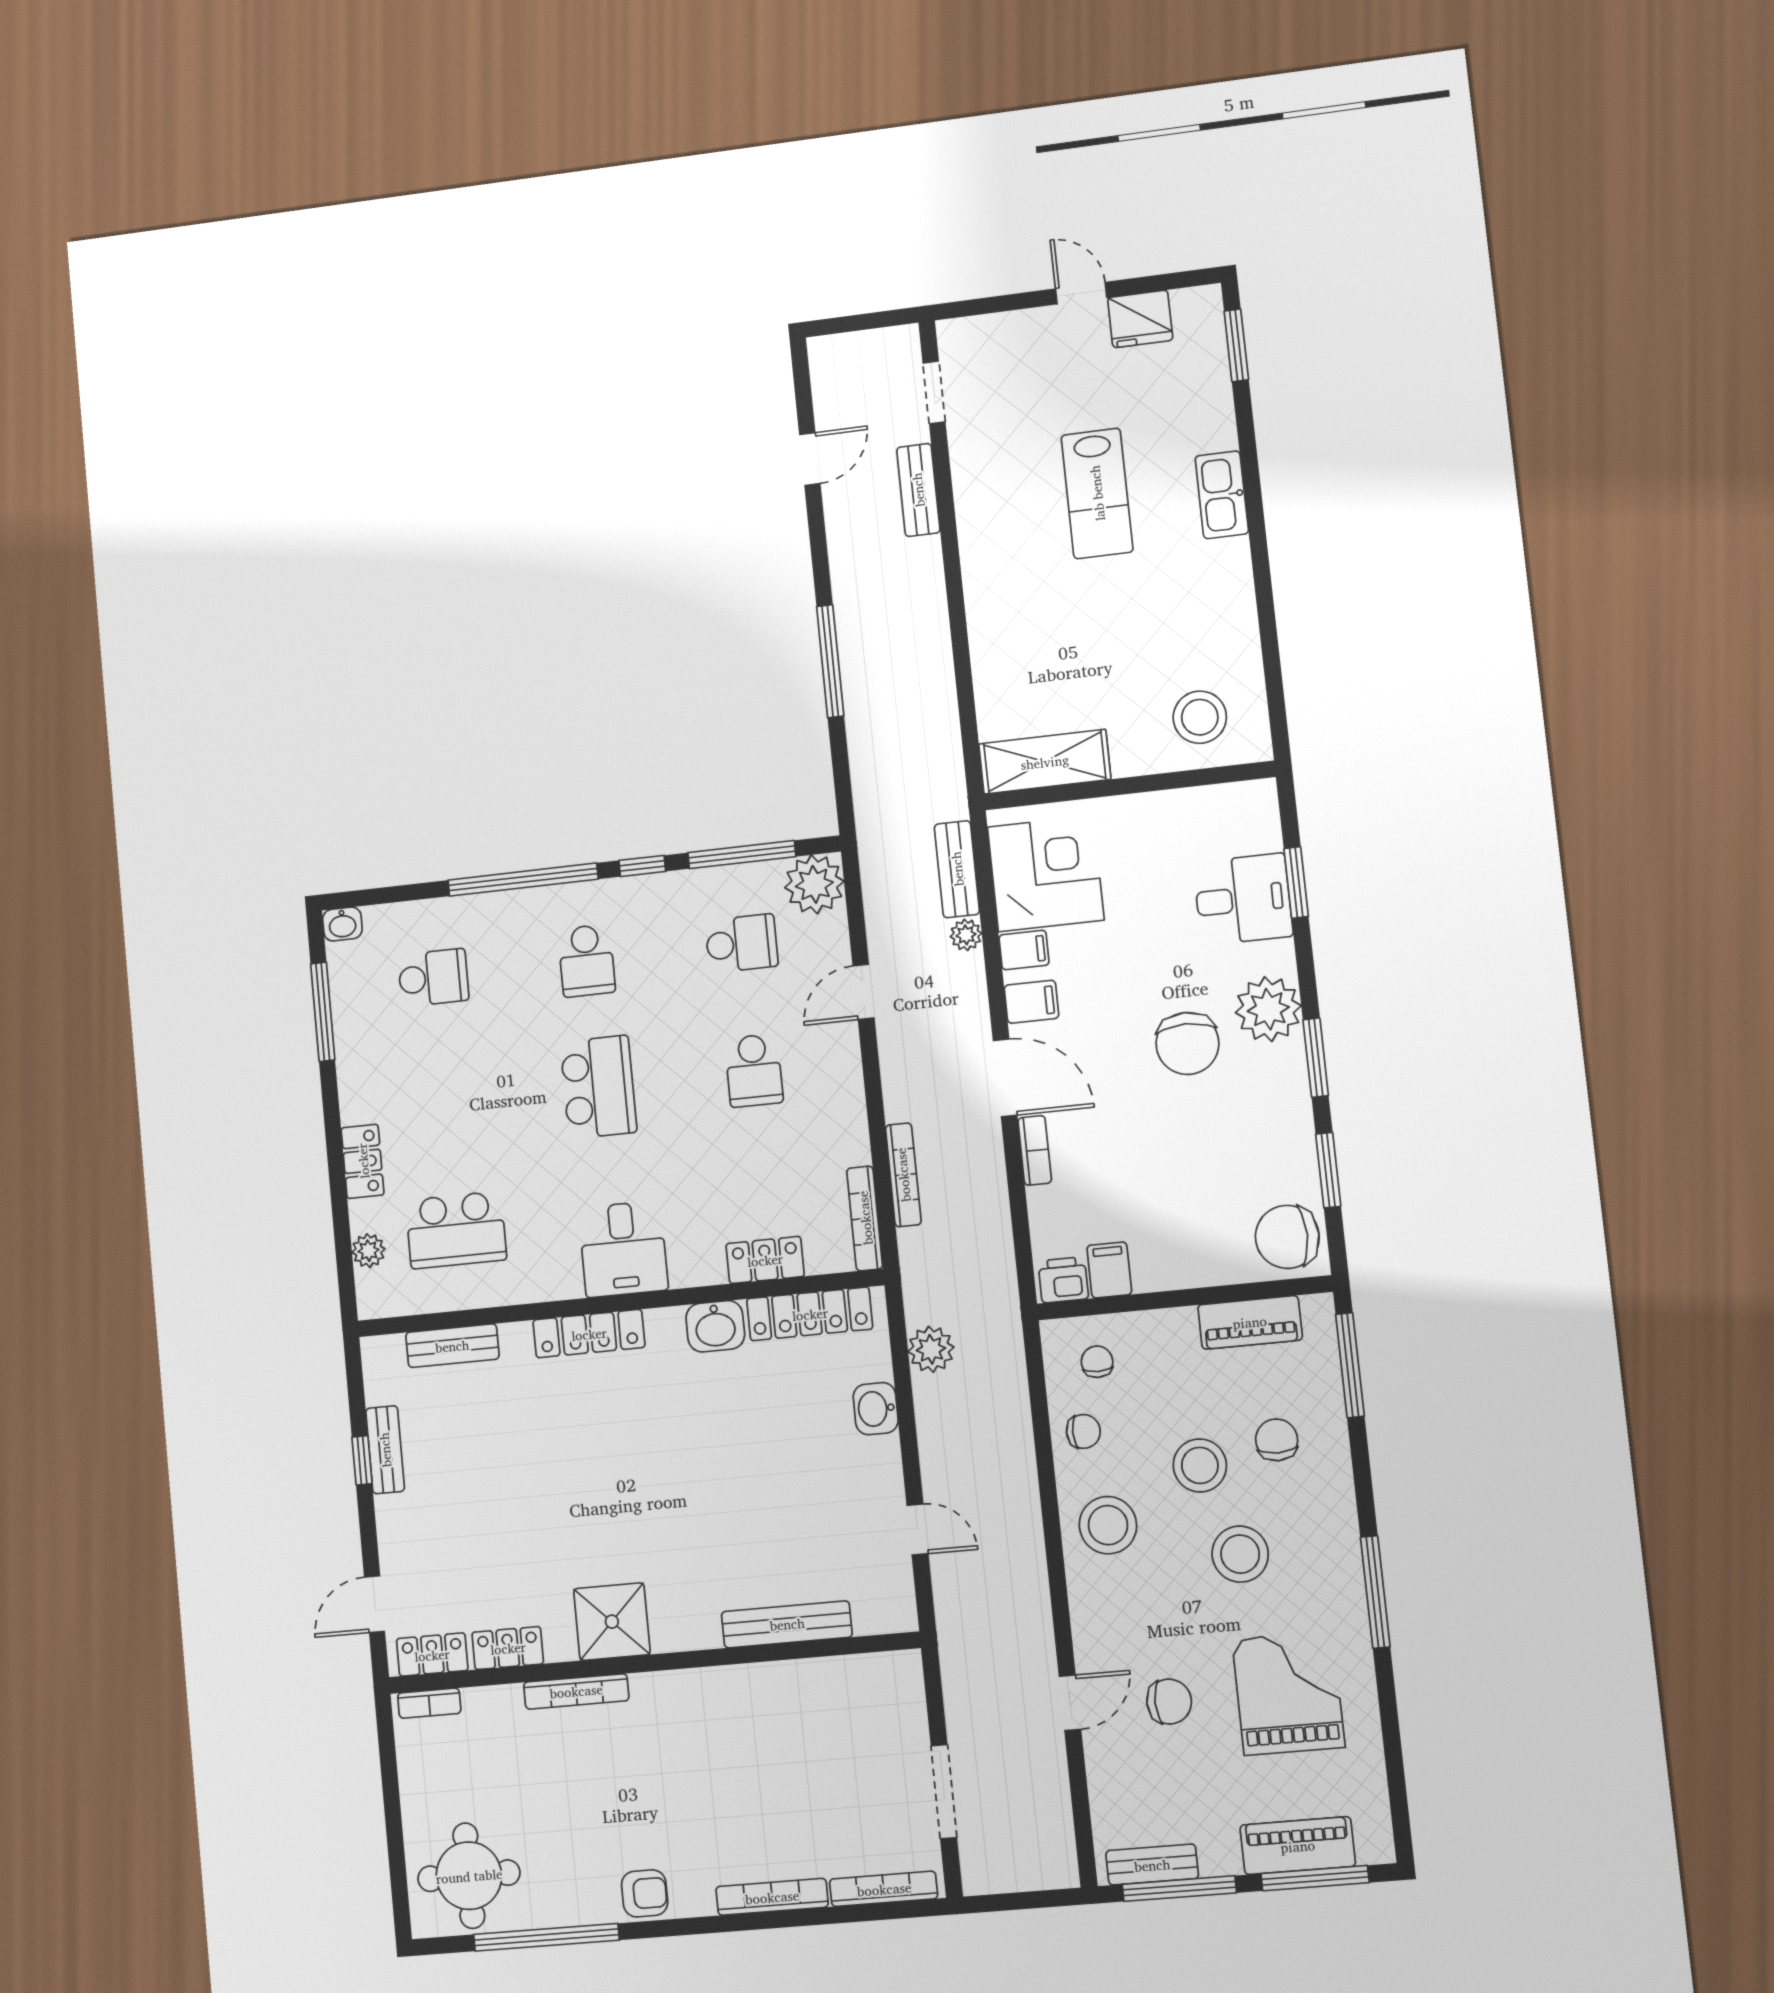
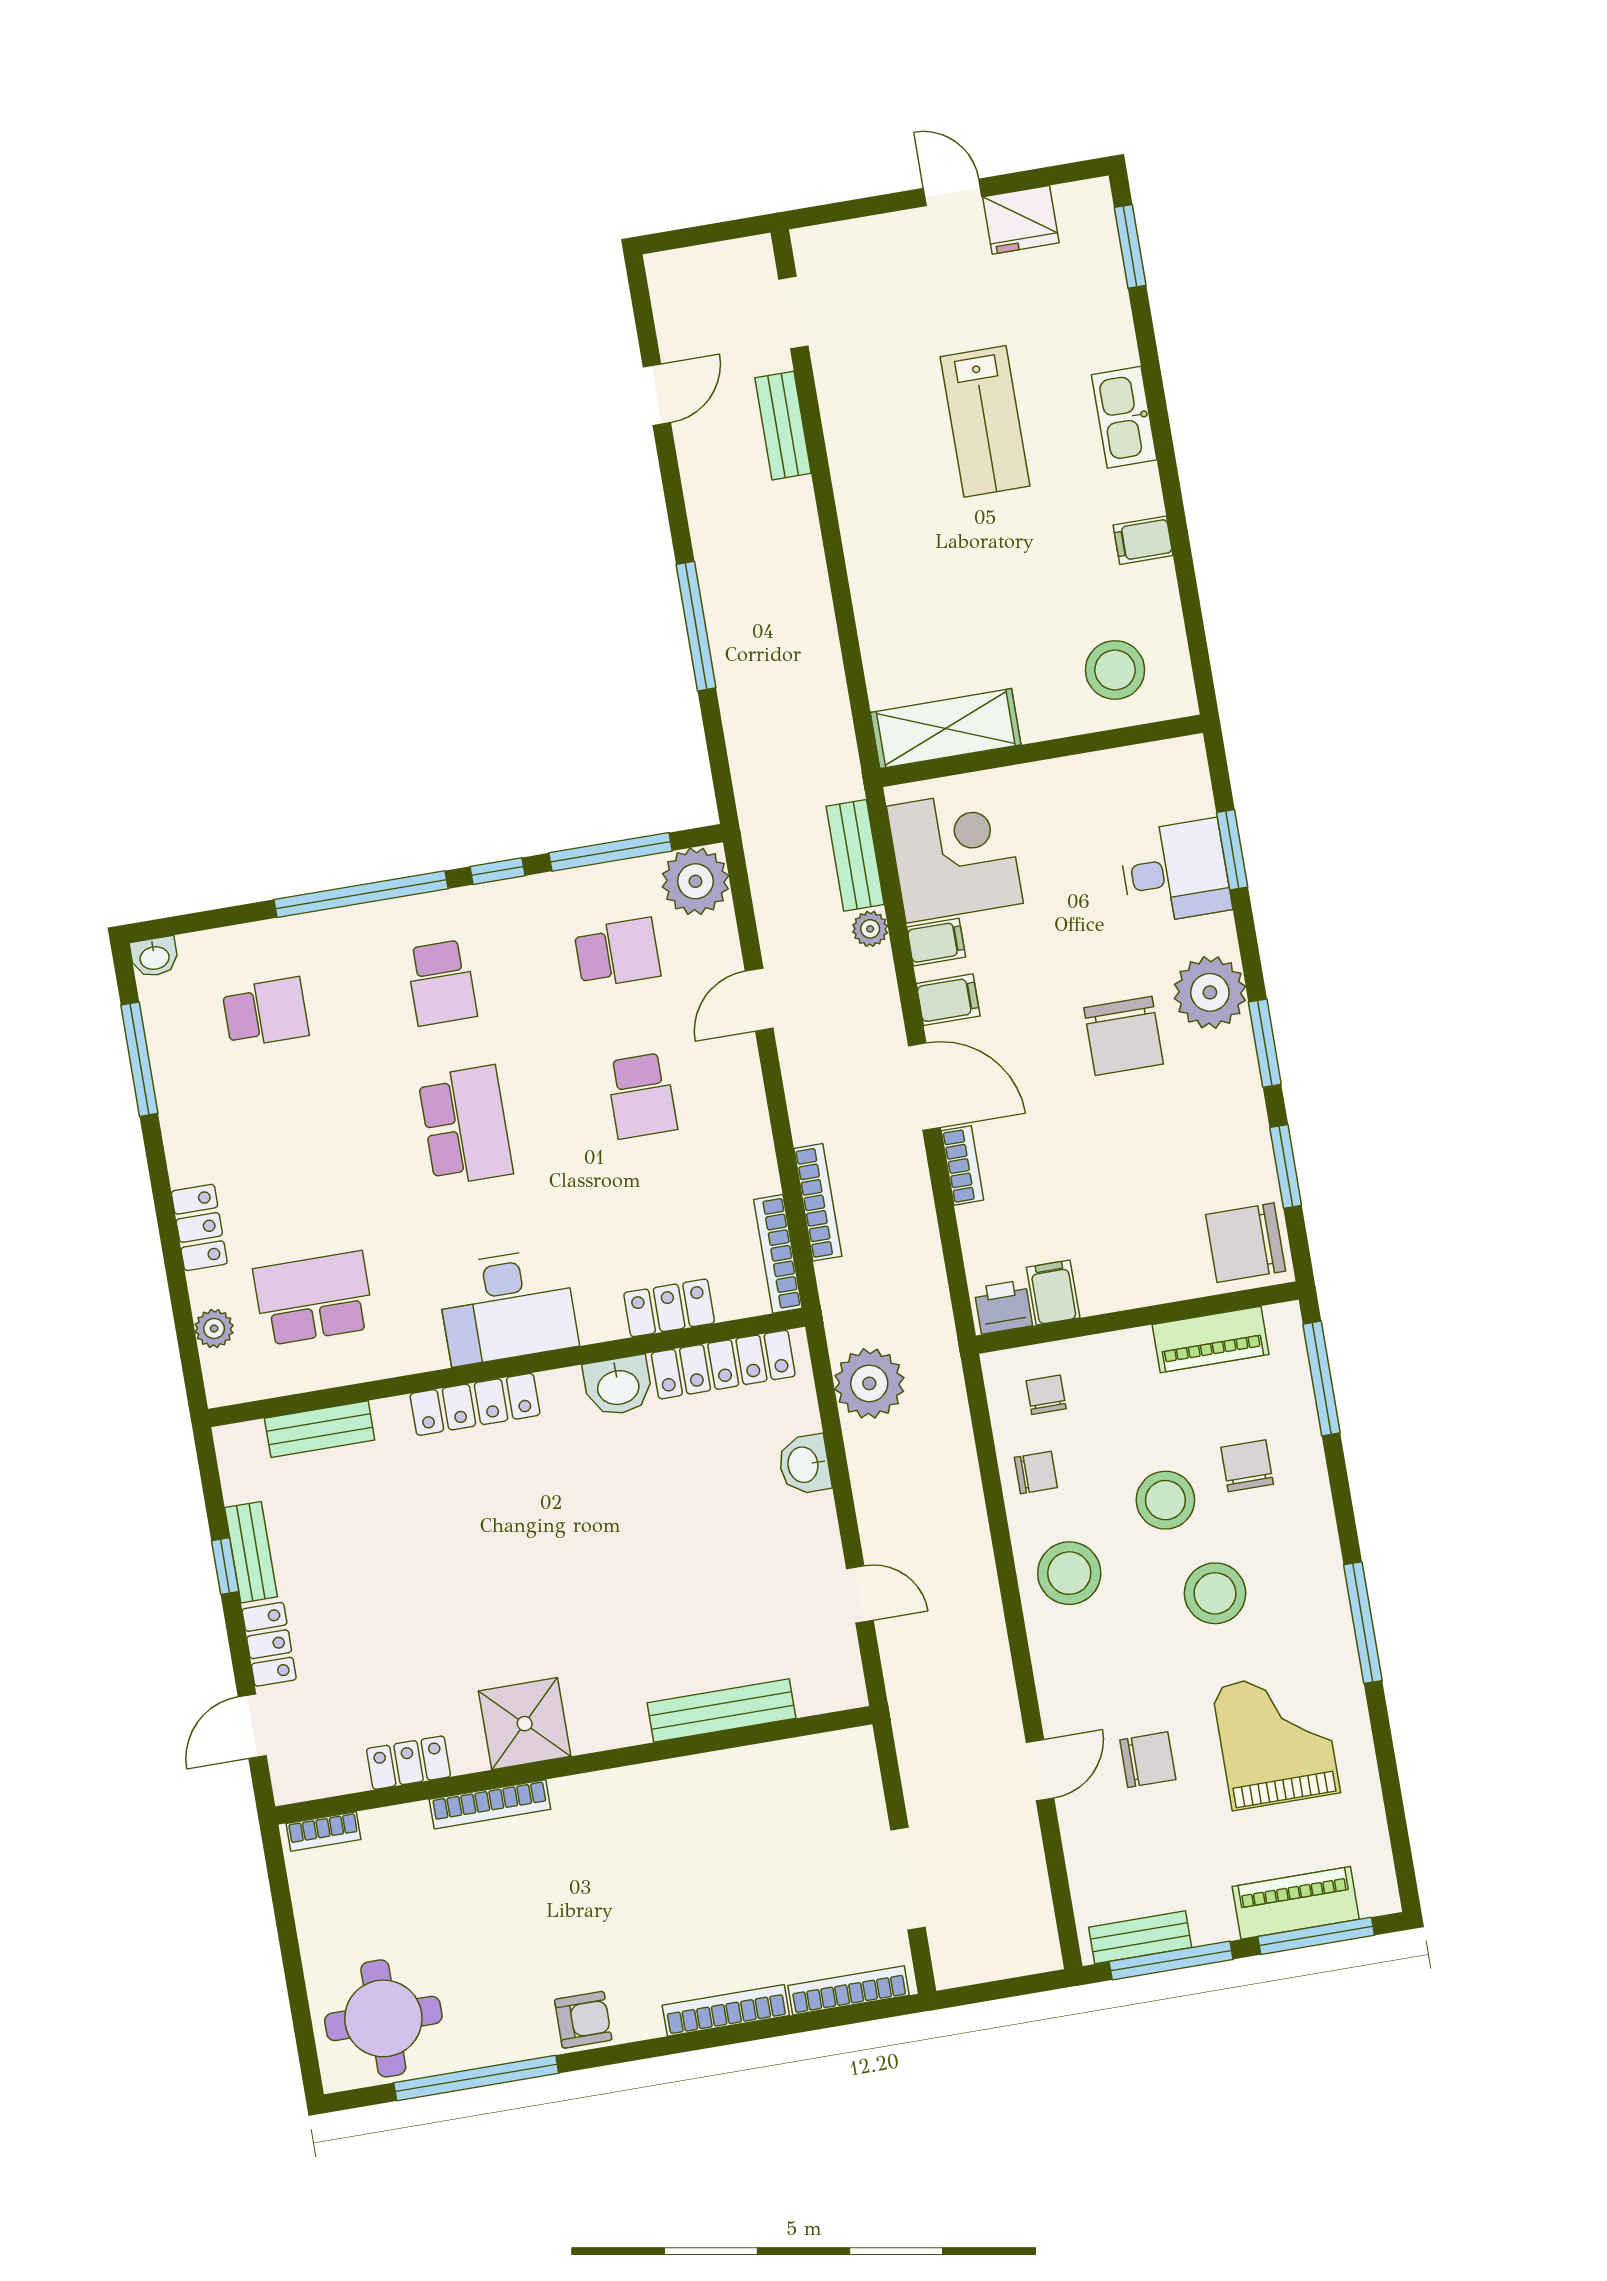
filing cabinet: (1232, 604) -> (1143, 540), added
school desk: (456, 1230) -> (314, 1298), turned 180
desk: (623, 1249) -> (507, 1307), width x1.37
plant: (931, 1349) -> (869, 1383), width x1.36, depth x1.36
locker: (432, 1655) -> (269, 1644), moved, turned 90

